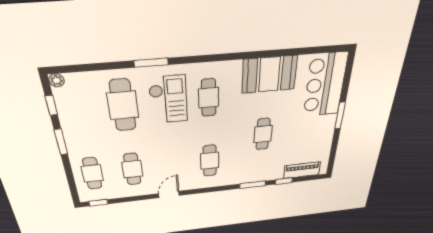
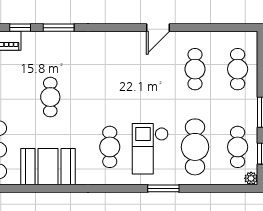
cafe table: (210, 161) -> (238, 147), moved
window: (98, 203) -> (238, 28), removed

